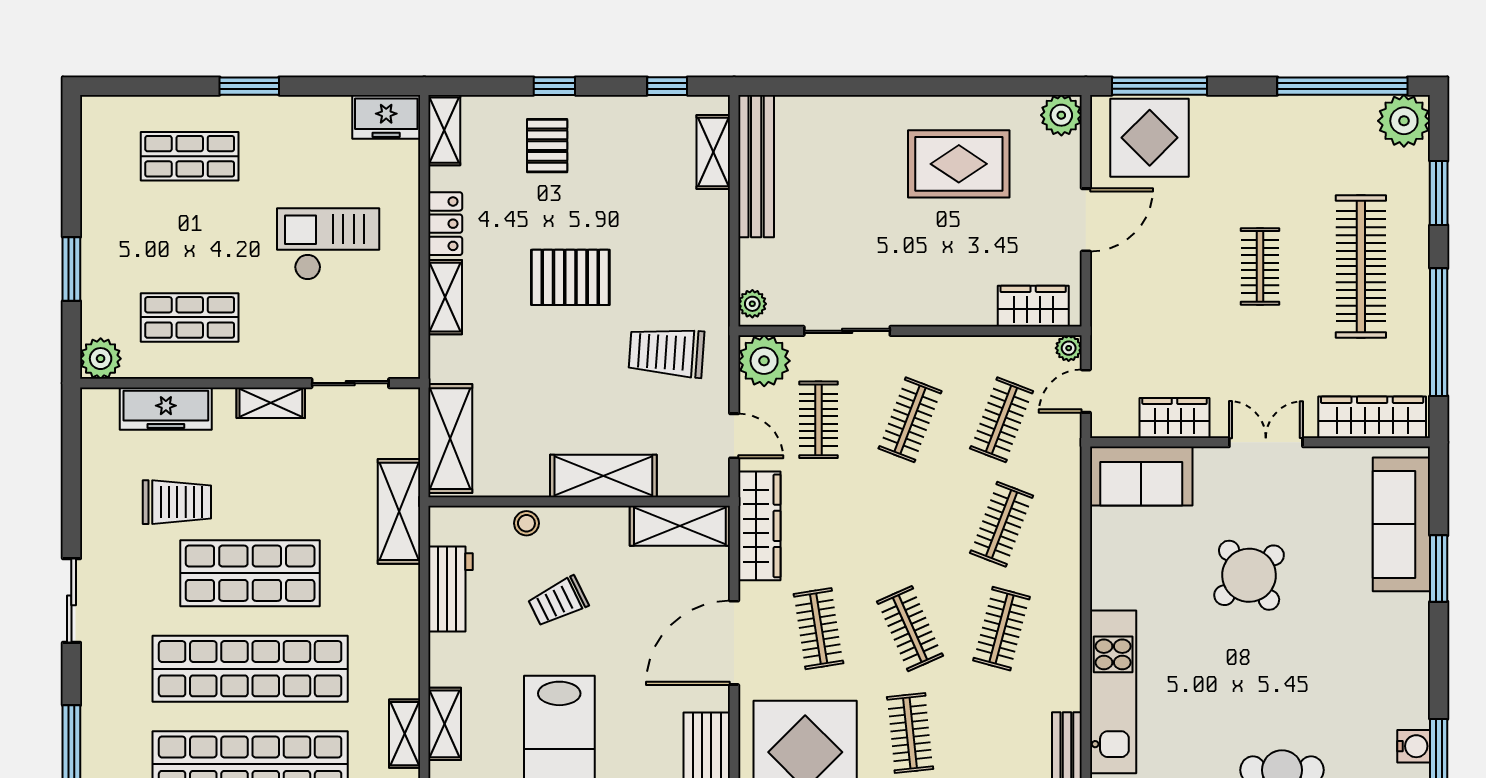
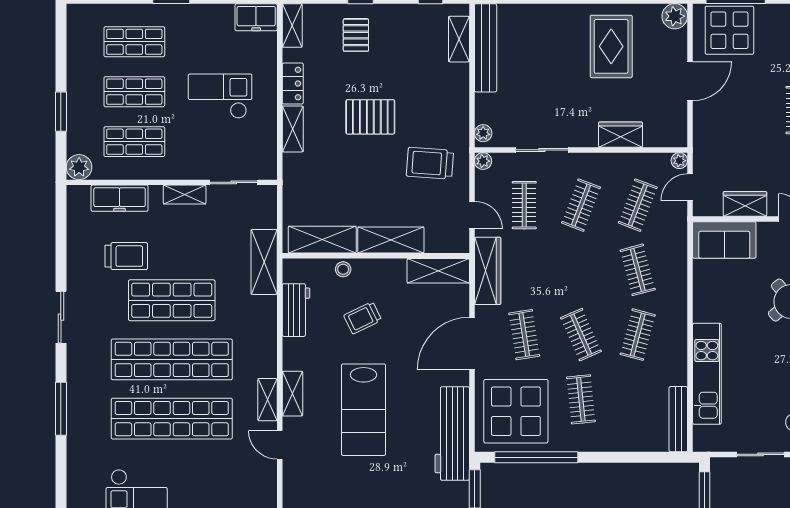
rug: (959, 164) -> (611, 46), turned 90
shop shelf: (190, 237) -> (134, 92), added
wardrobe: (1033, 306) -> (621, 135), moved
plant: (764, 361) -> (483, 161), width x0.53, depth x0.53
shelving: (450, 439) -> (322, 240), moved, turned 90
clothes rail: (1002, 524) -> (638, 270), turned -36

